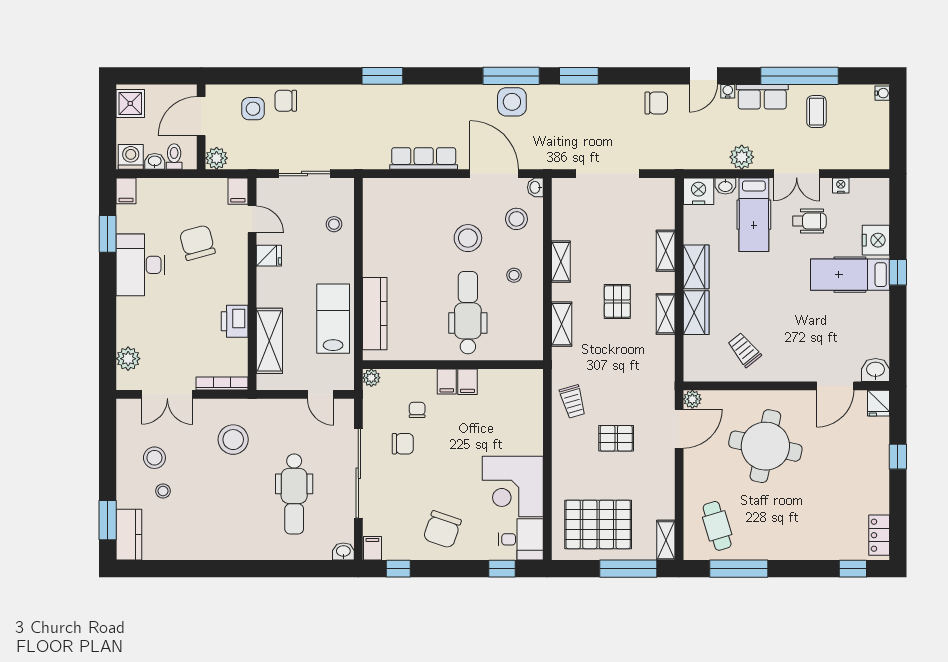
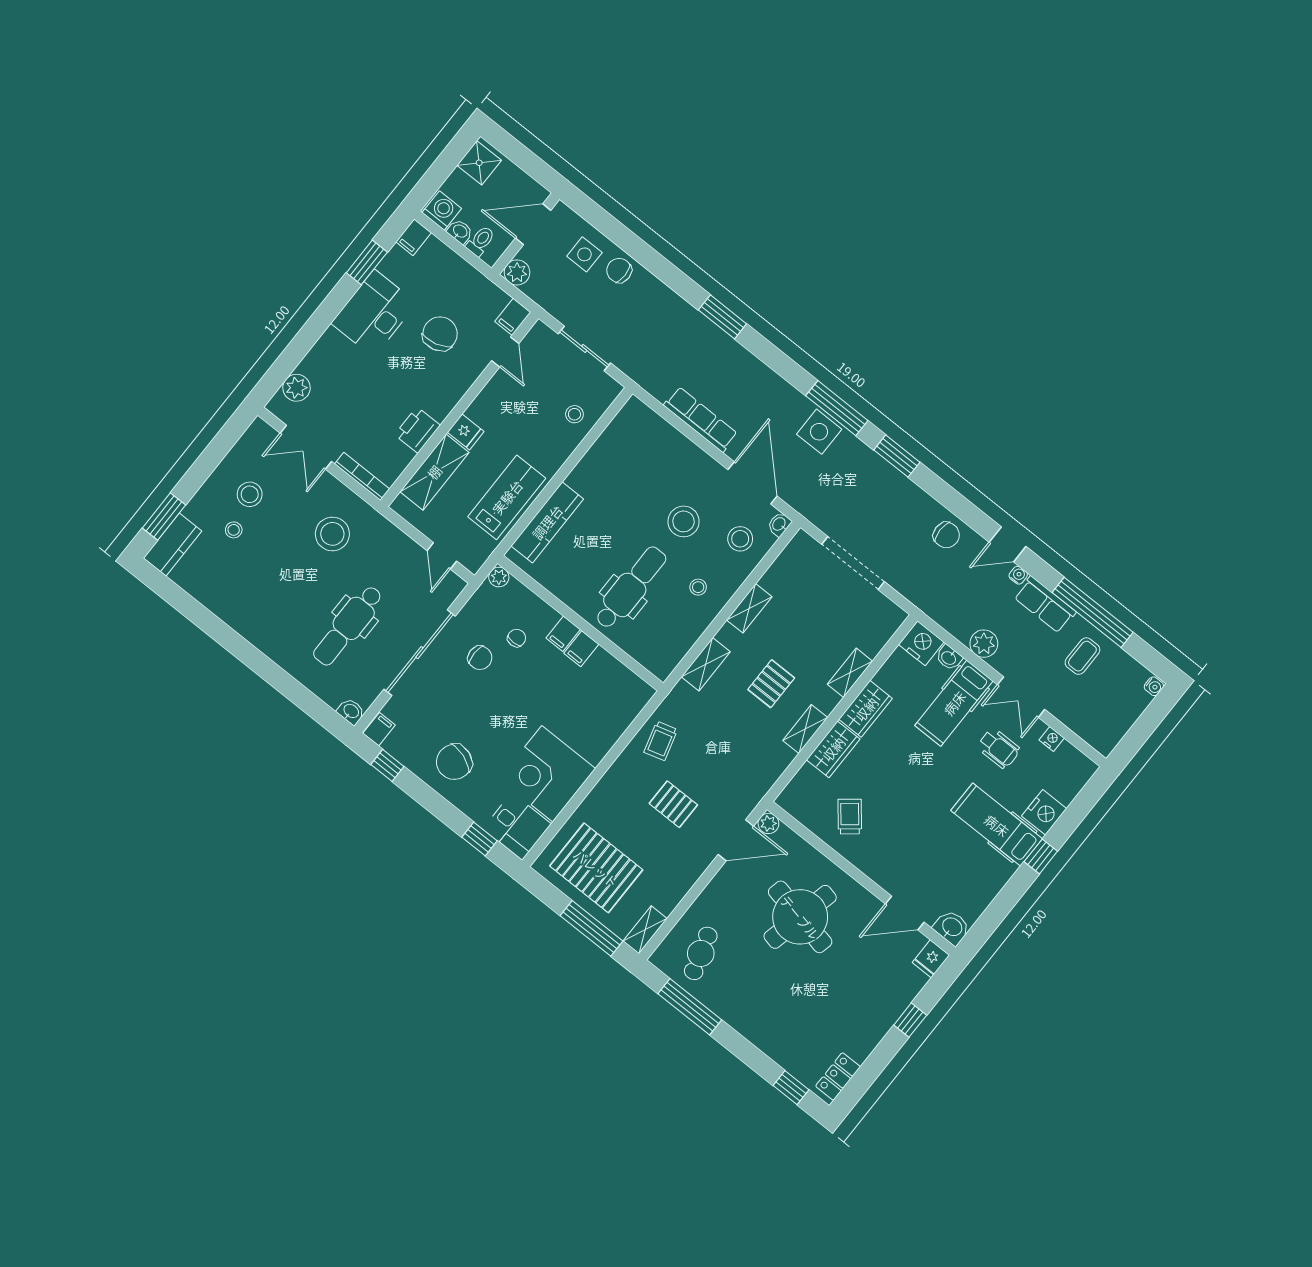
fridge: (269, 256) -> (466, 432), moved

